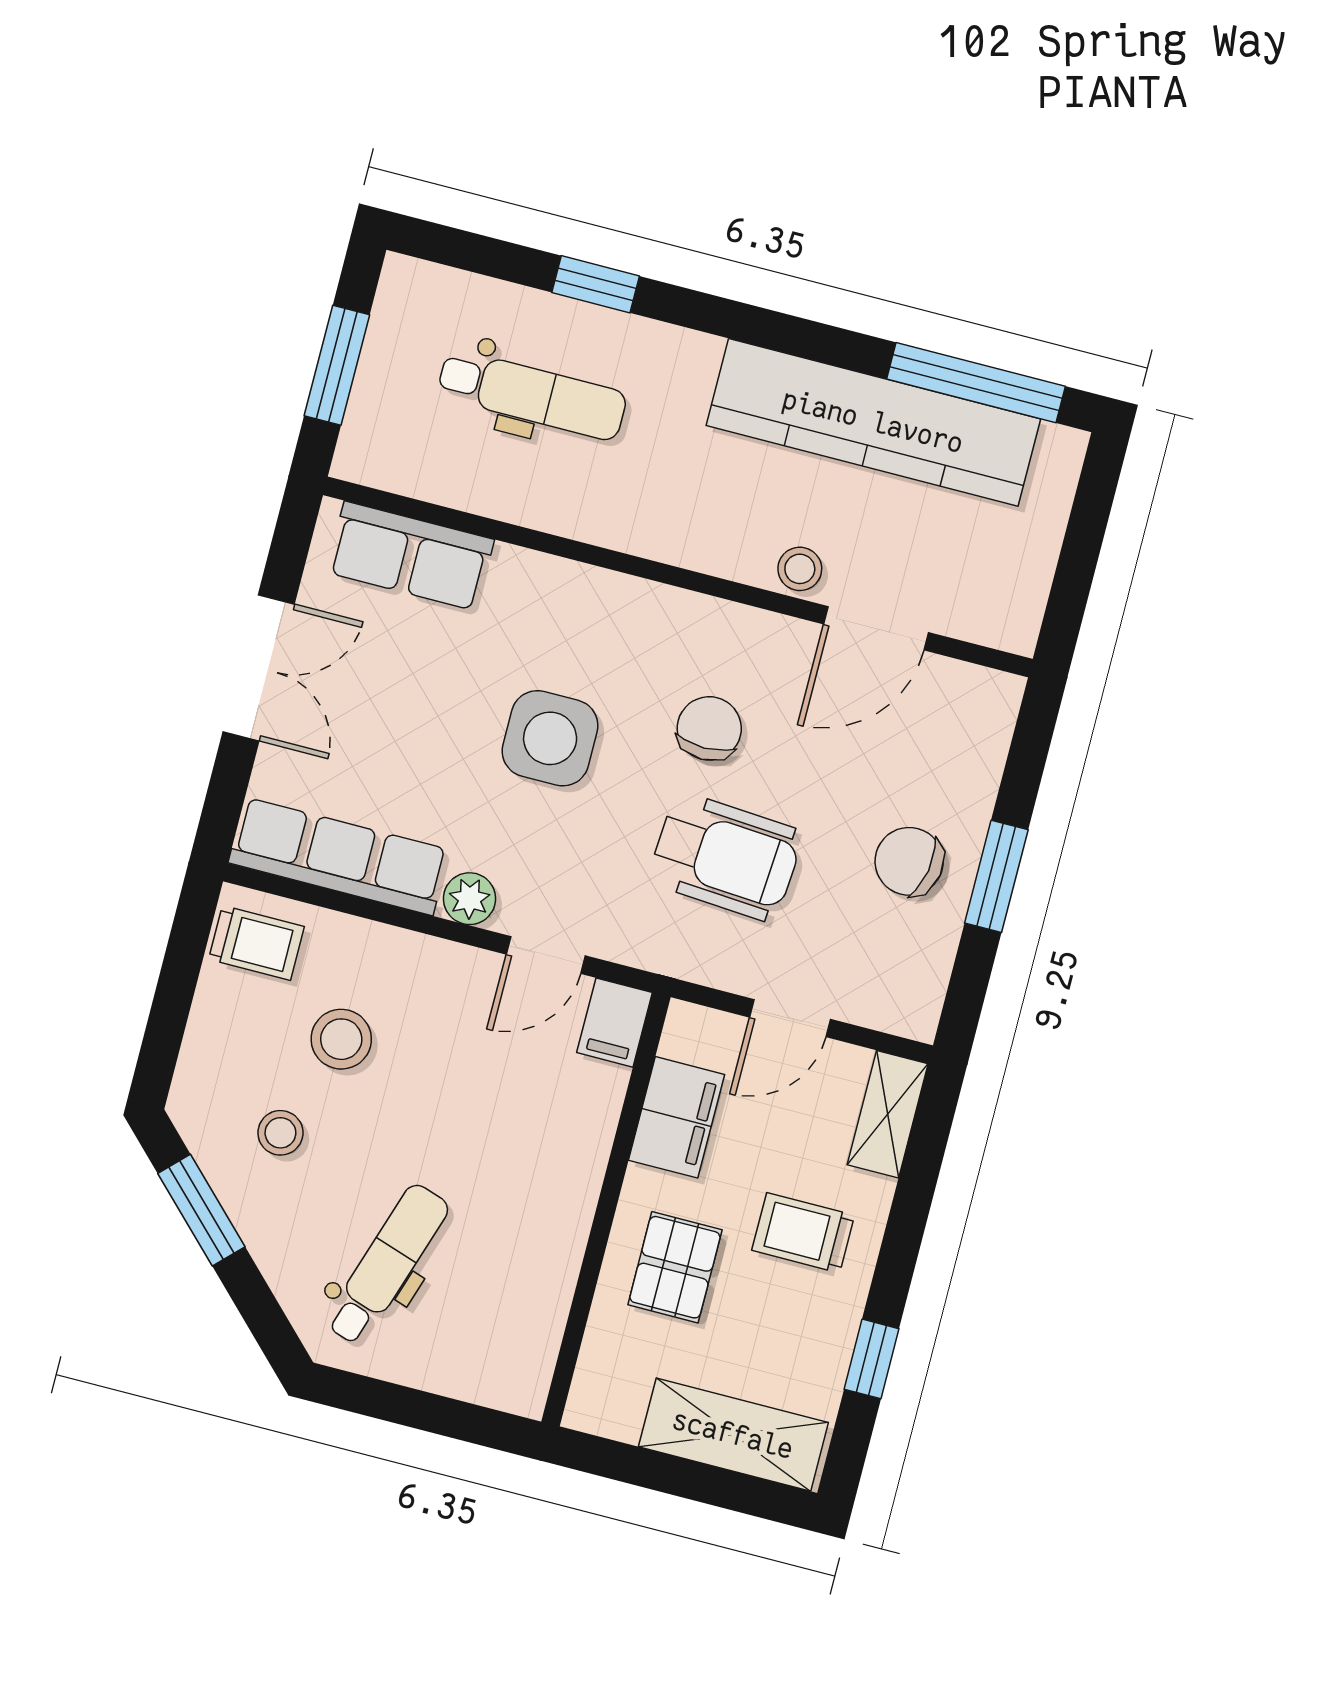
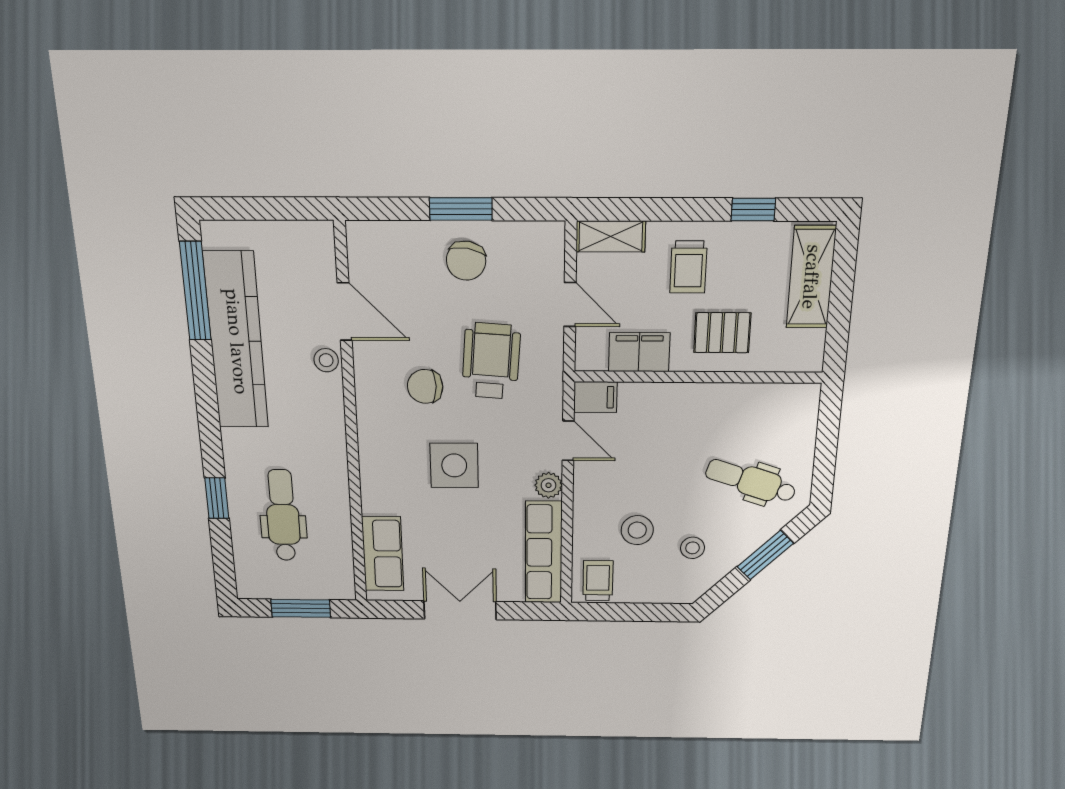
window: (201, 1210) -> (765, 555), moved

